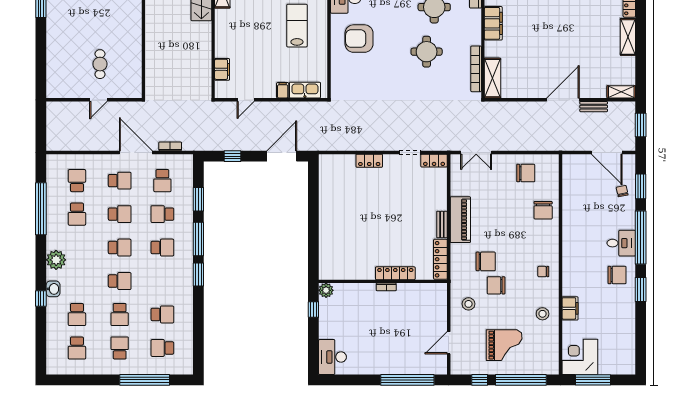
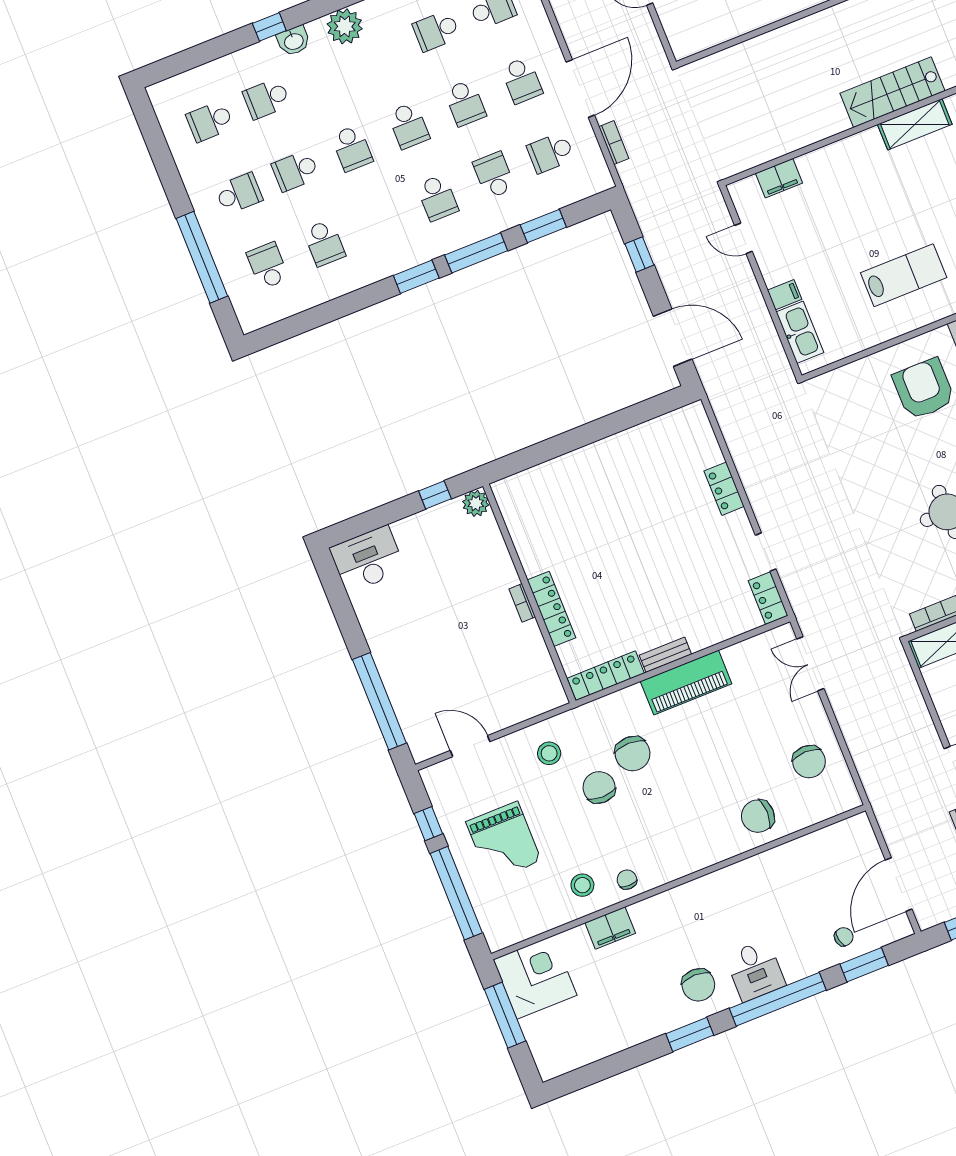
chair: (543, 272) -> (627, 880), moved

